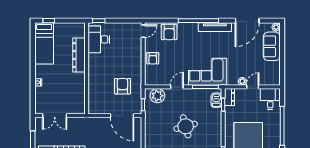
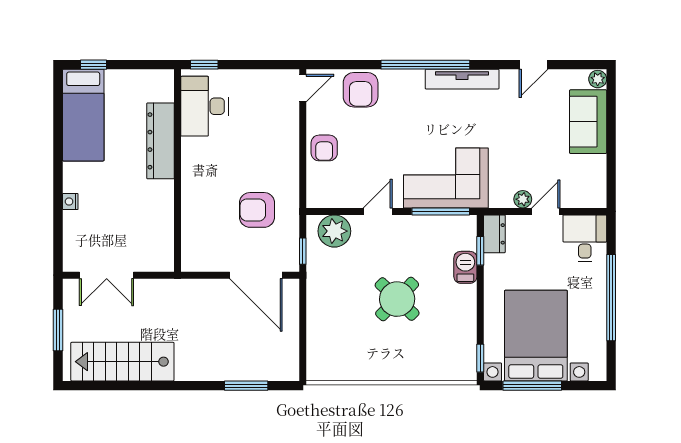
door: (247, 21) -> (534, 65), width x0.53
armchair: (122, 86) -> (257, 210), turned -90
barbecue: (216, 100) -> (465, 267), moved
round table: (186, 126) -> (397, 299), turned -31

